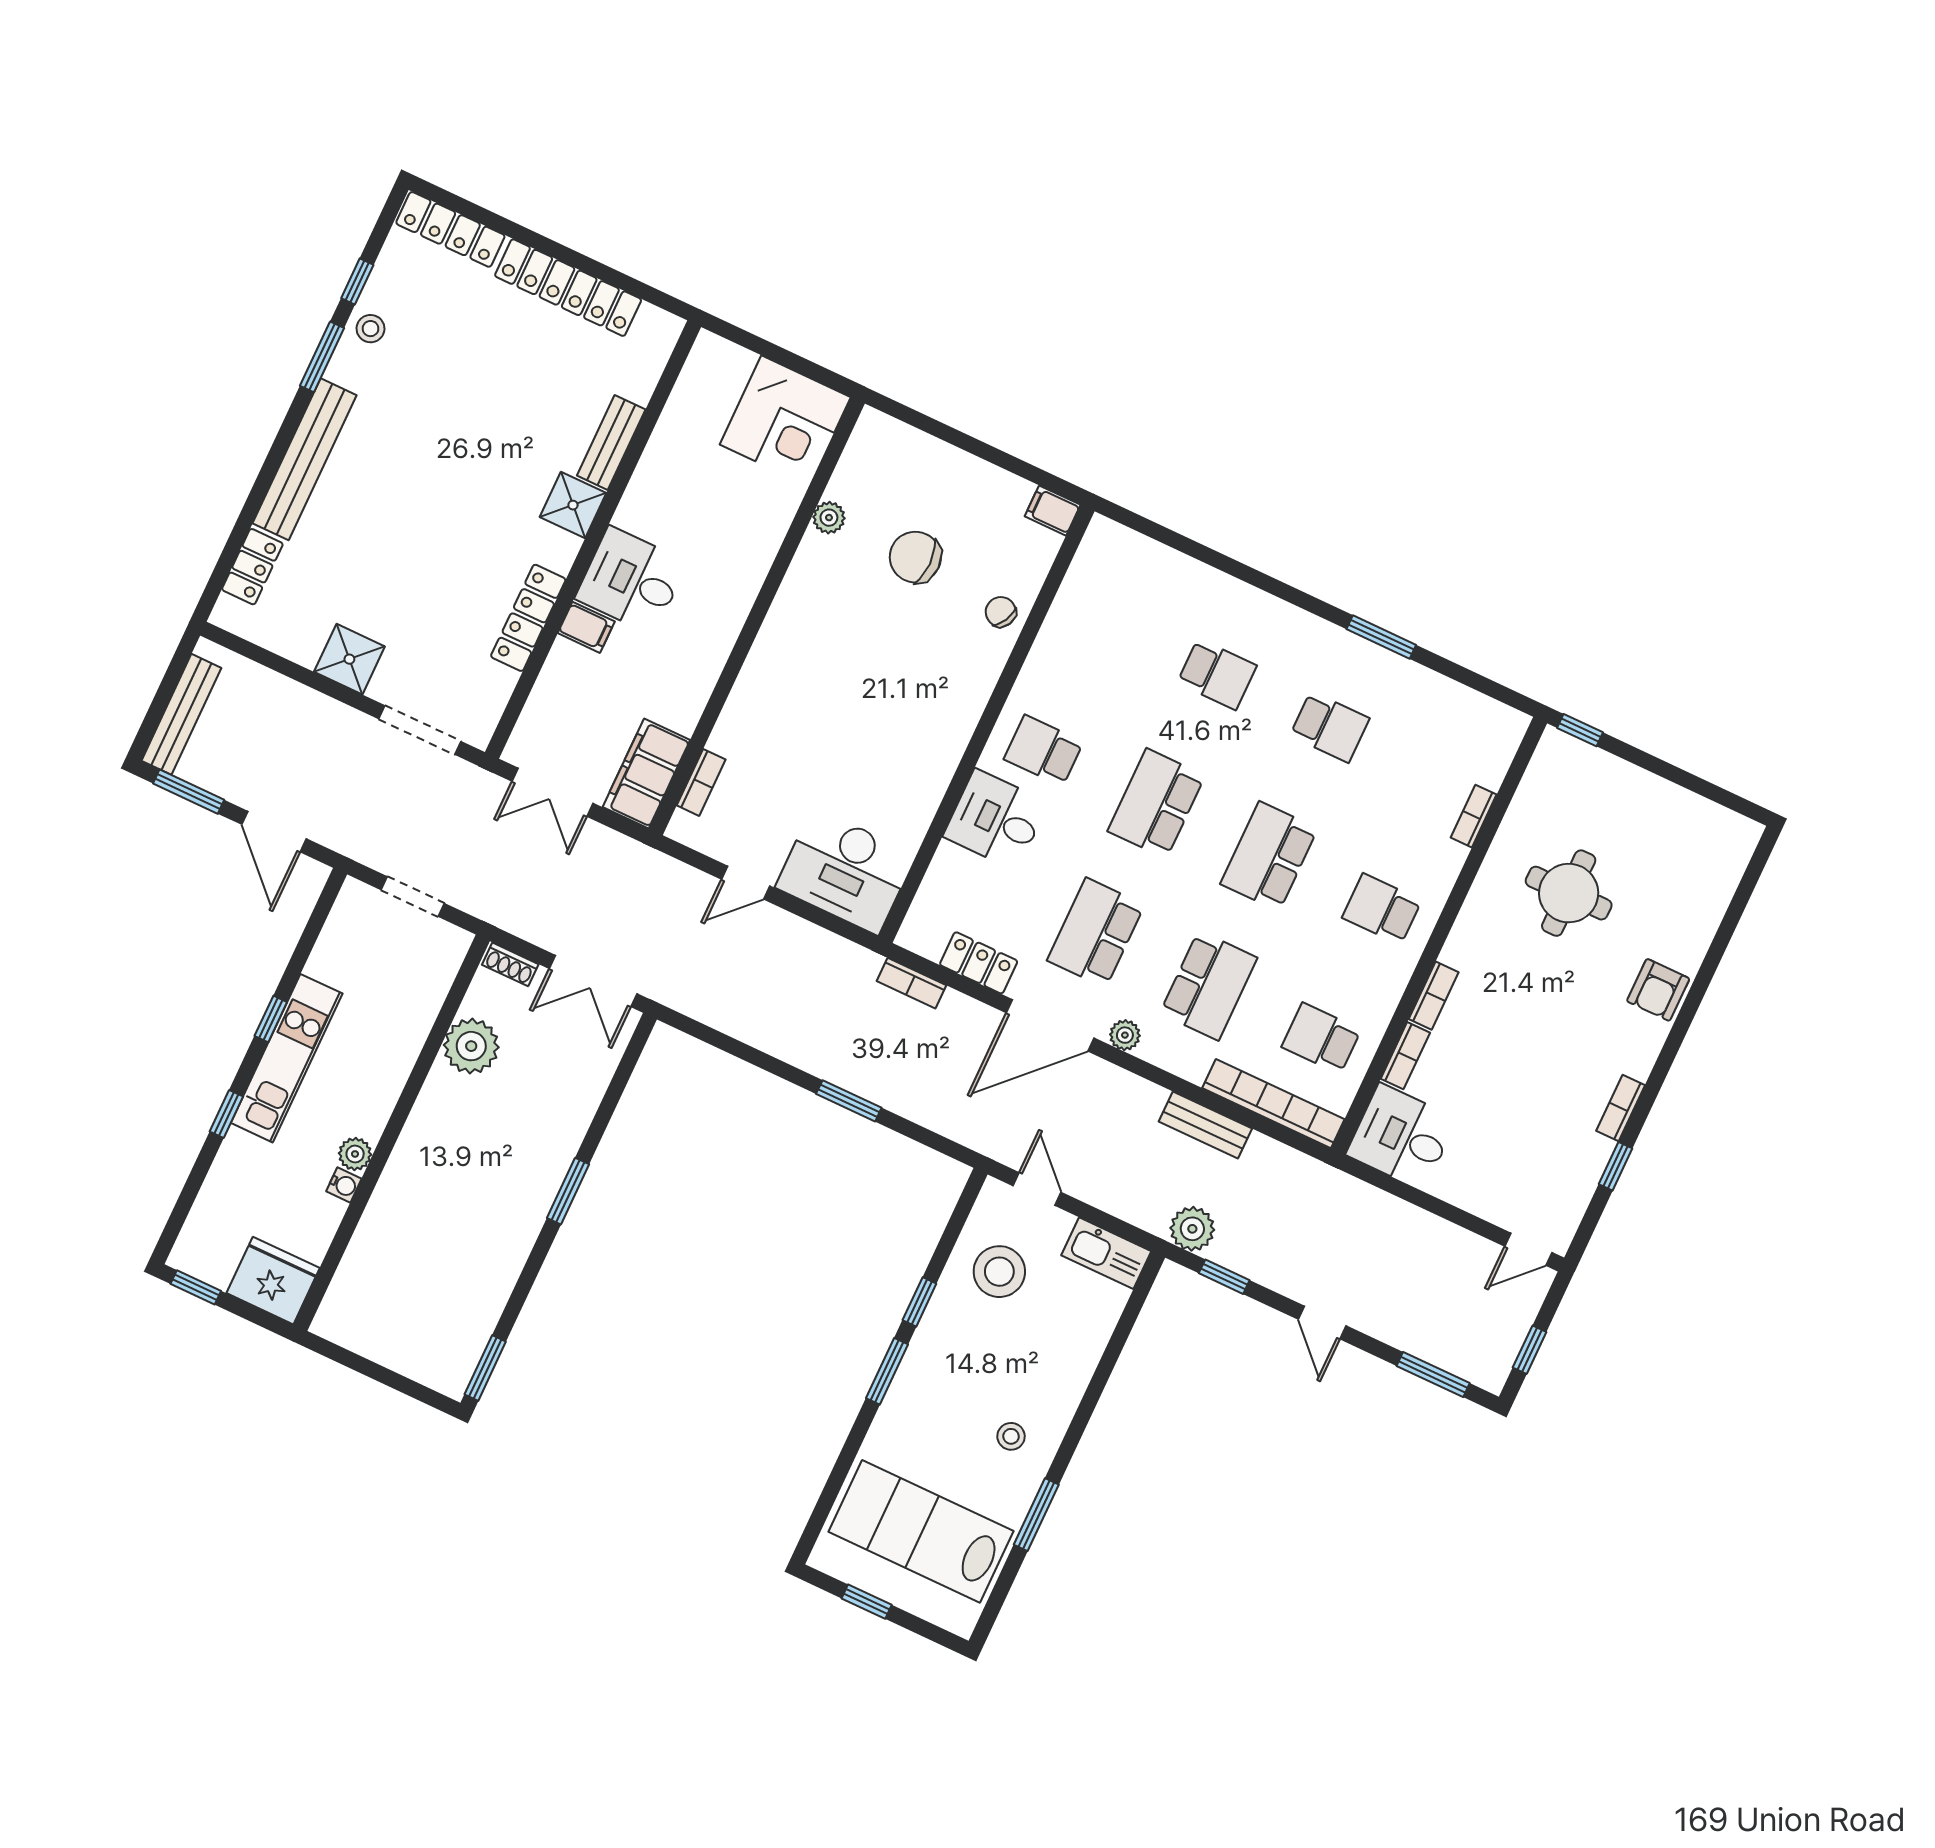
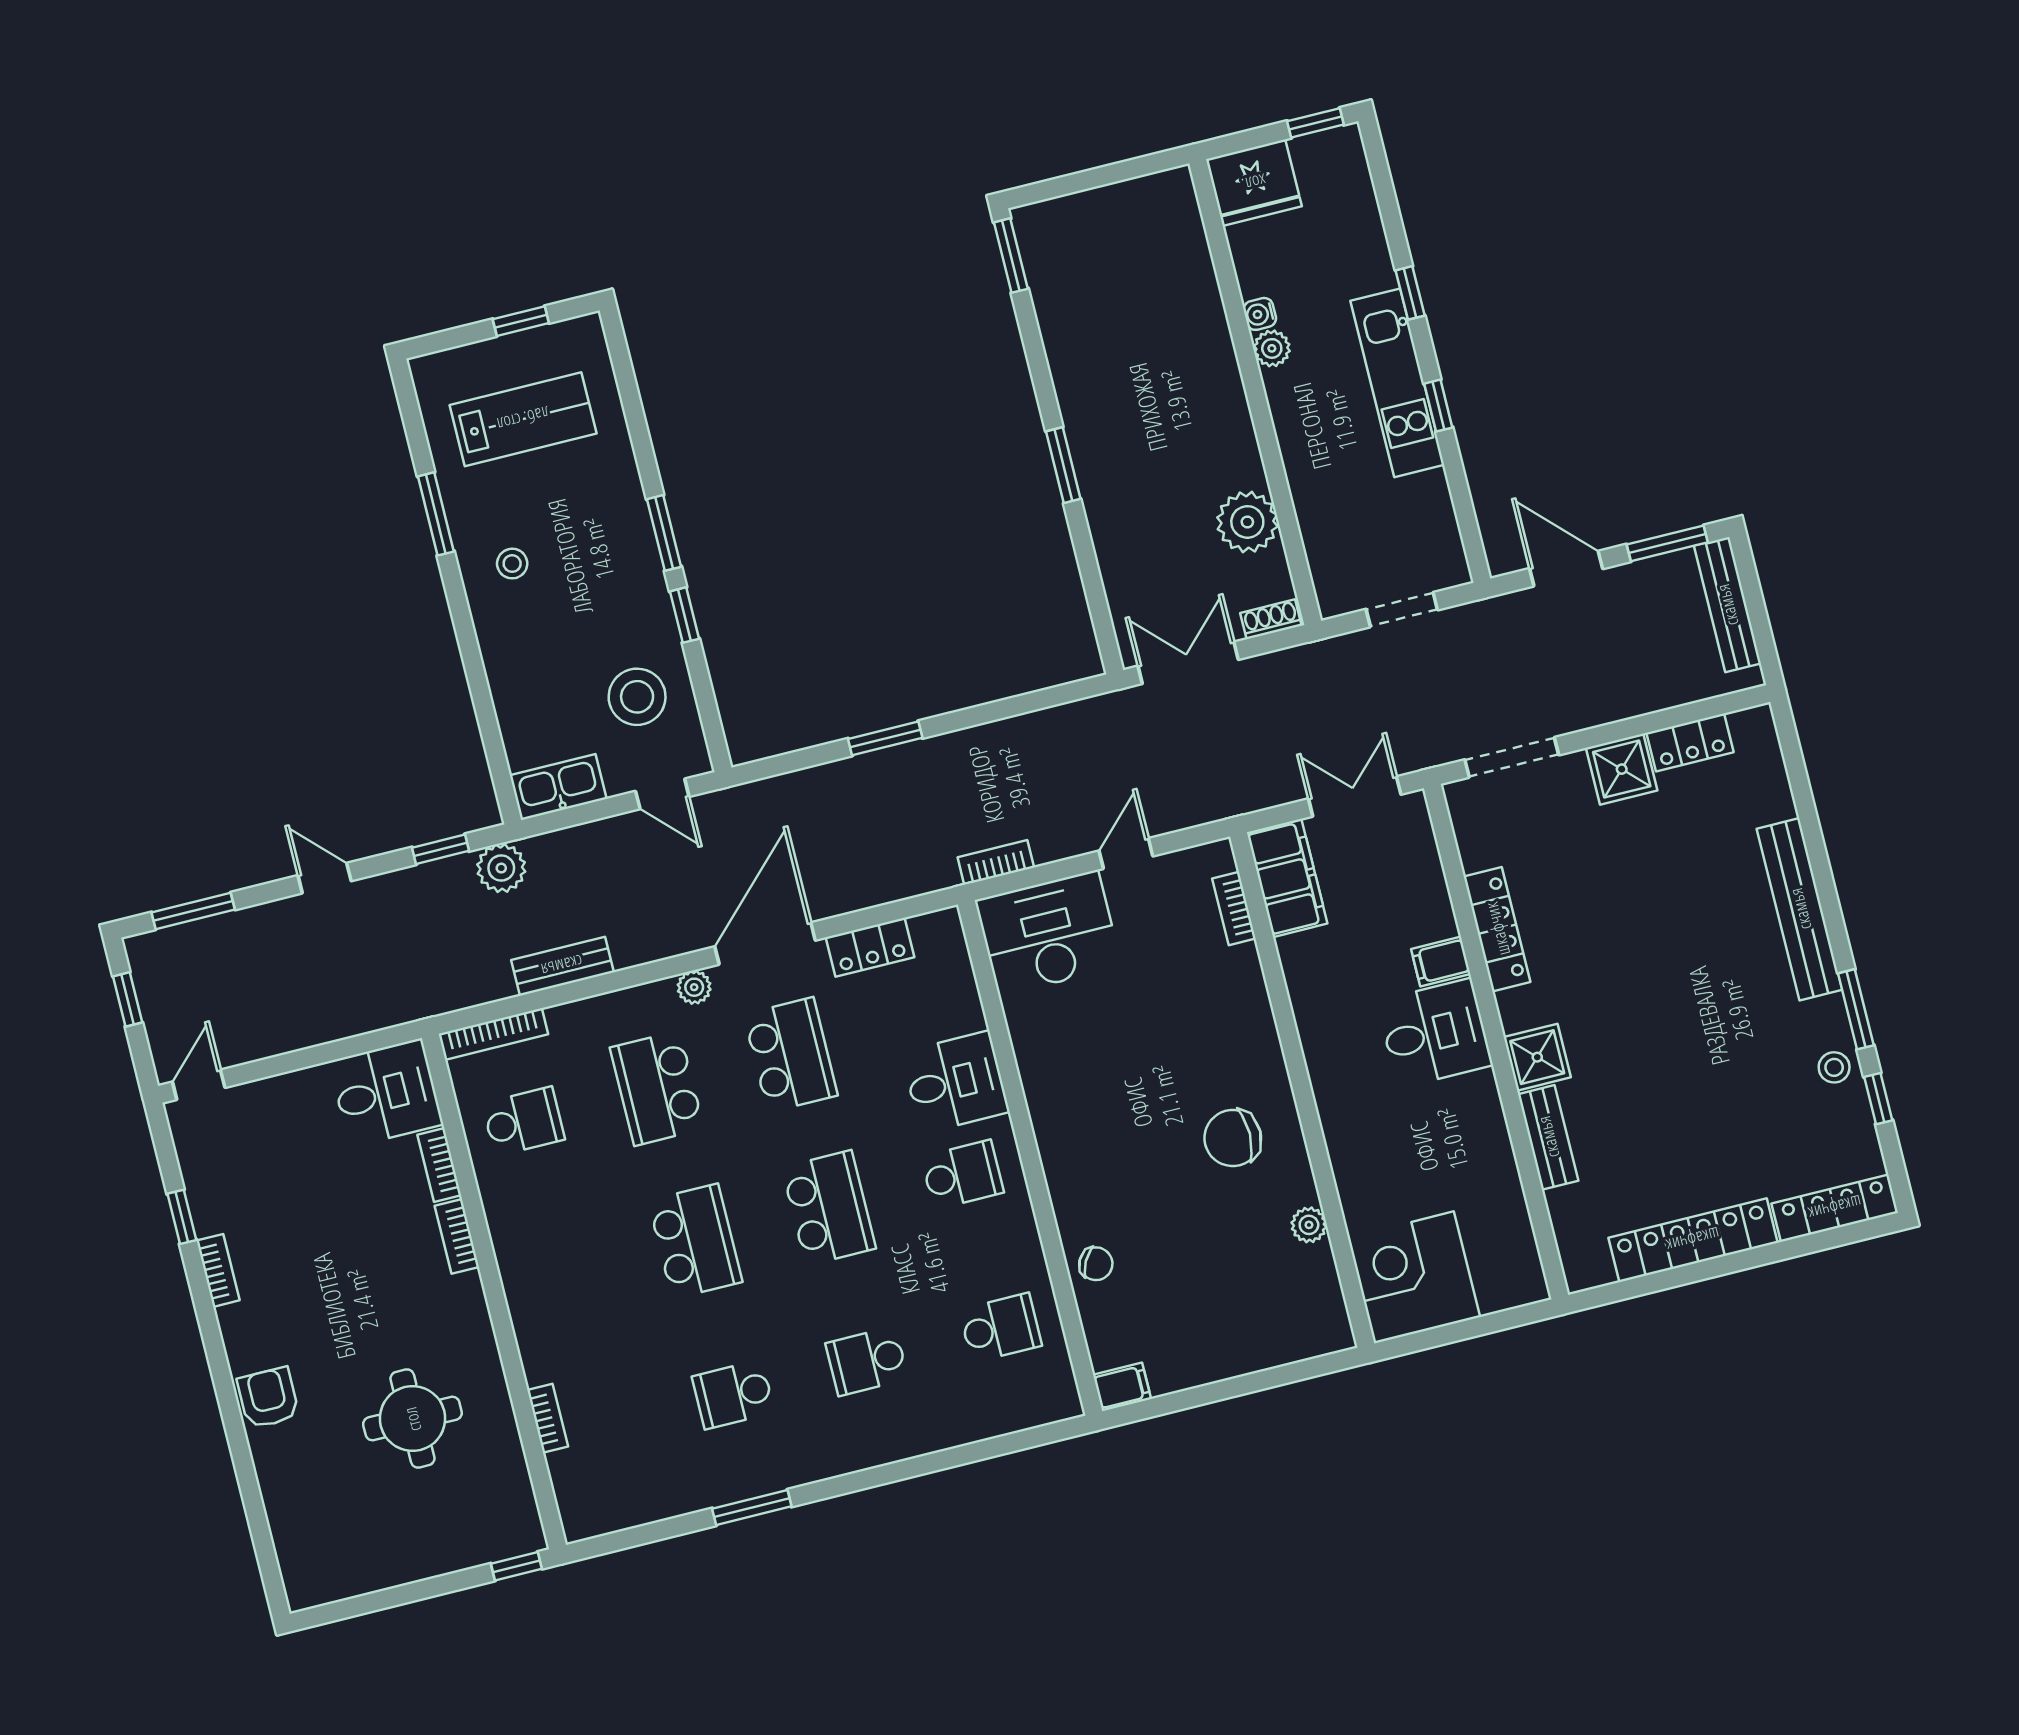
chair: (915, 557) -> (1233, 1138), moved, turned 180
locker: (252, 567) -> (1690, 742), moved, turned -90
school desk: (1382, 909) -> (1000, 1328), moved
bookcase: (911, 983) -> (996, 862), moved
bookcase: (1273, 1104) -> (493, 1034), width x0.68, depth x0.76
lab bench: (921, 1531) -> (523, 419), width x0.73, depth x0.72

